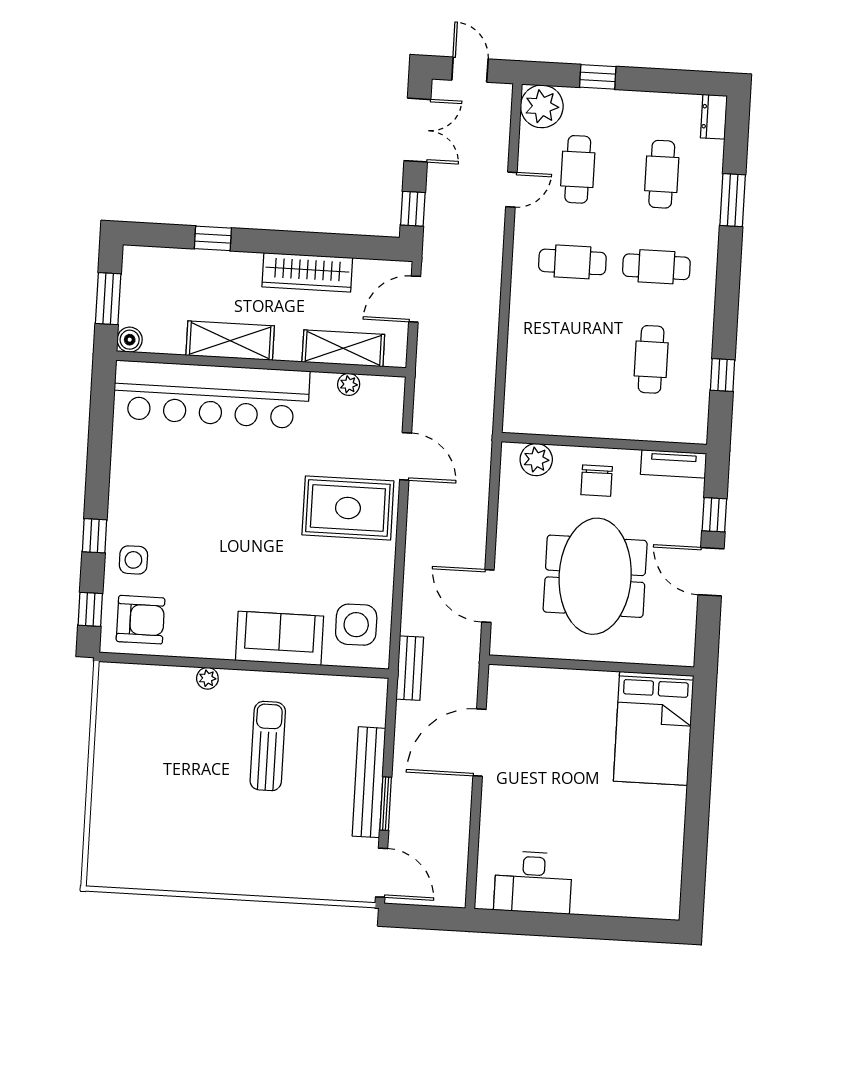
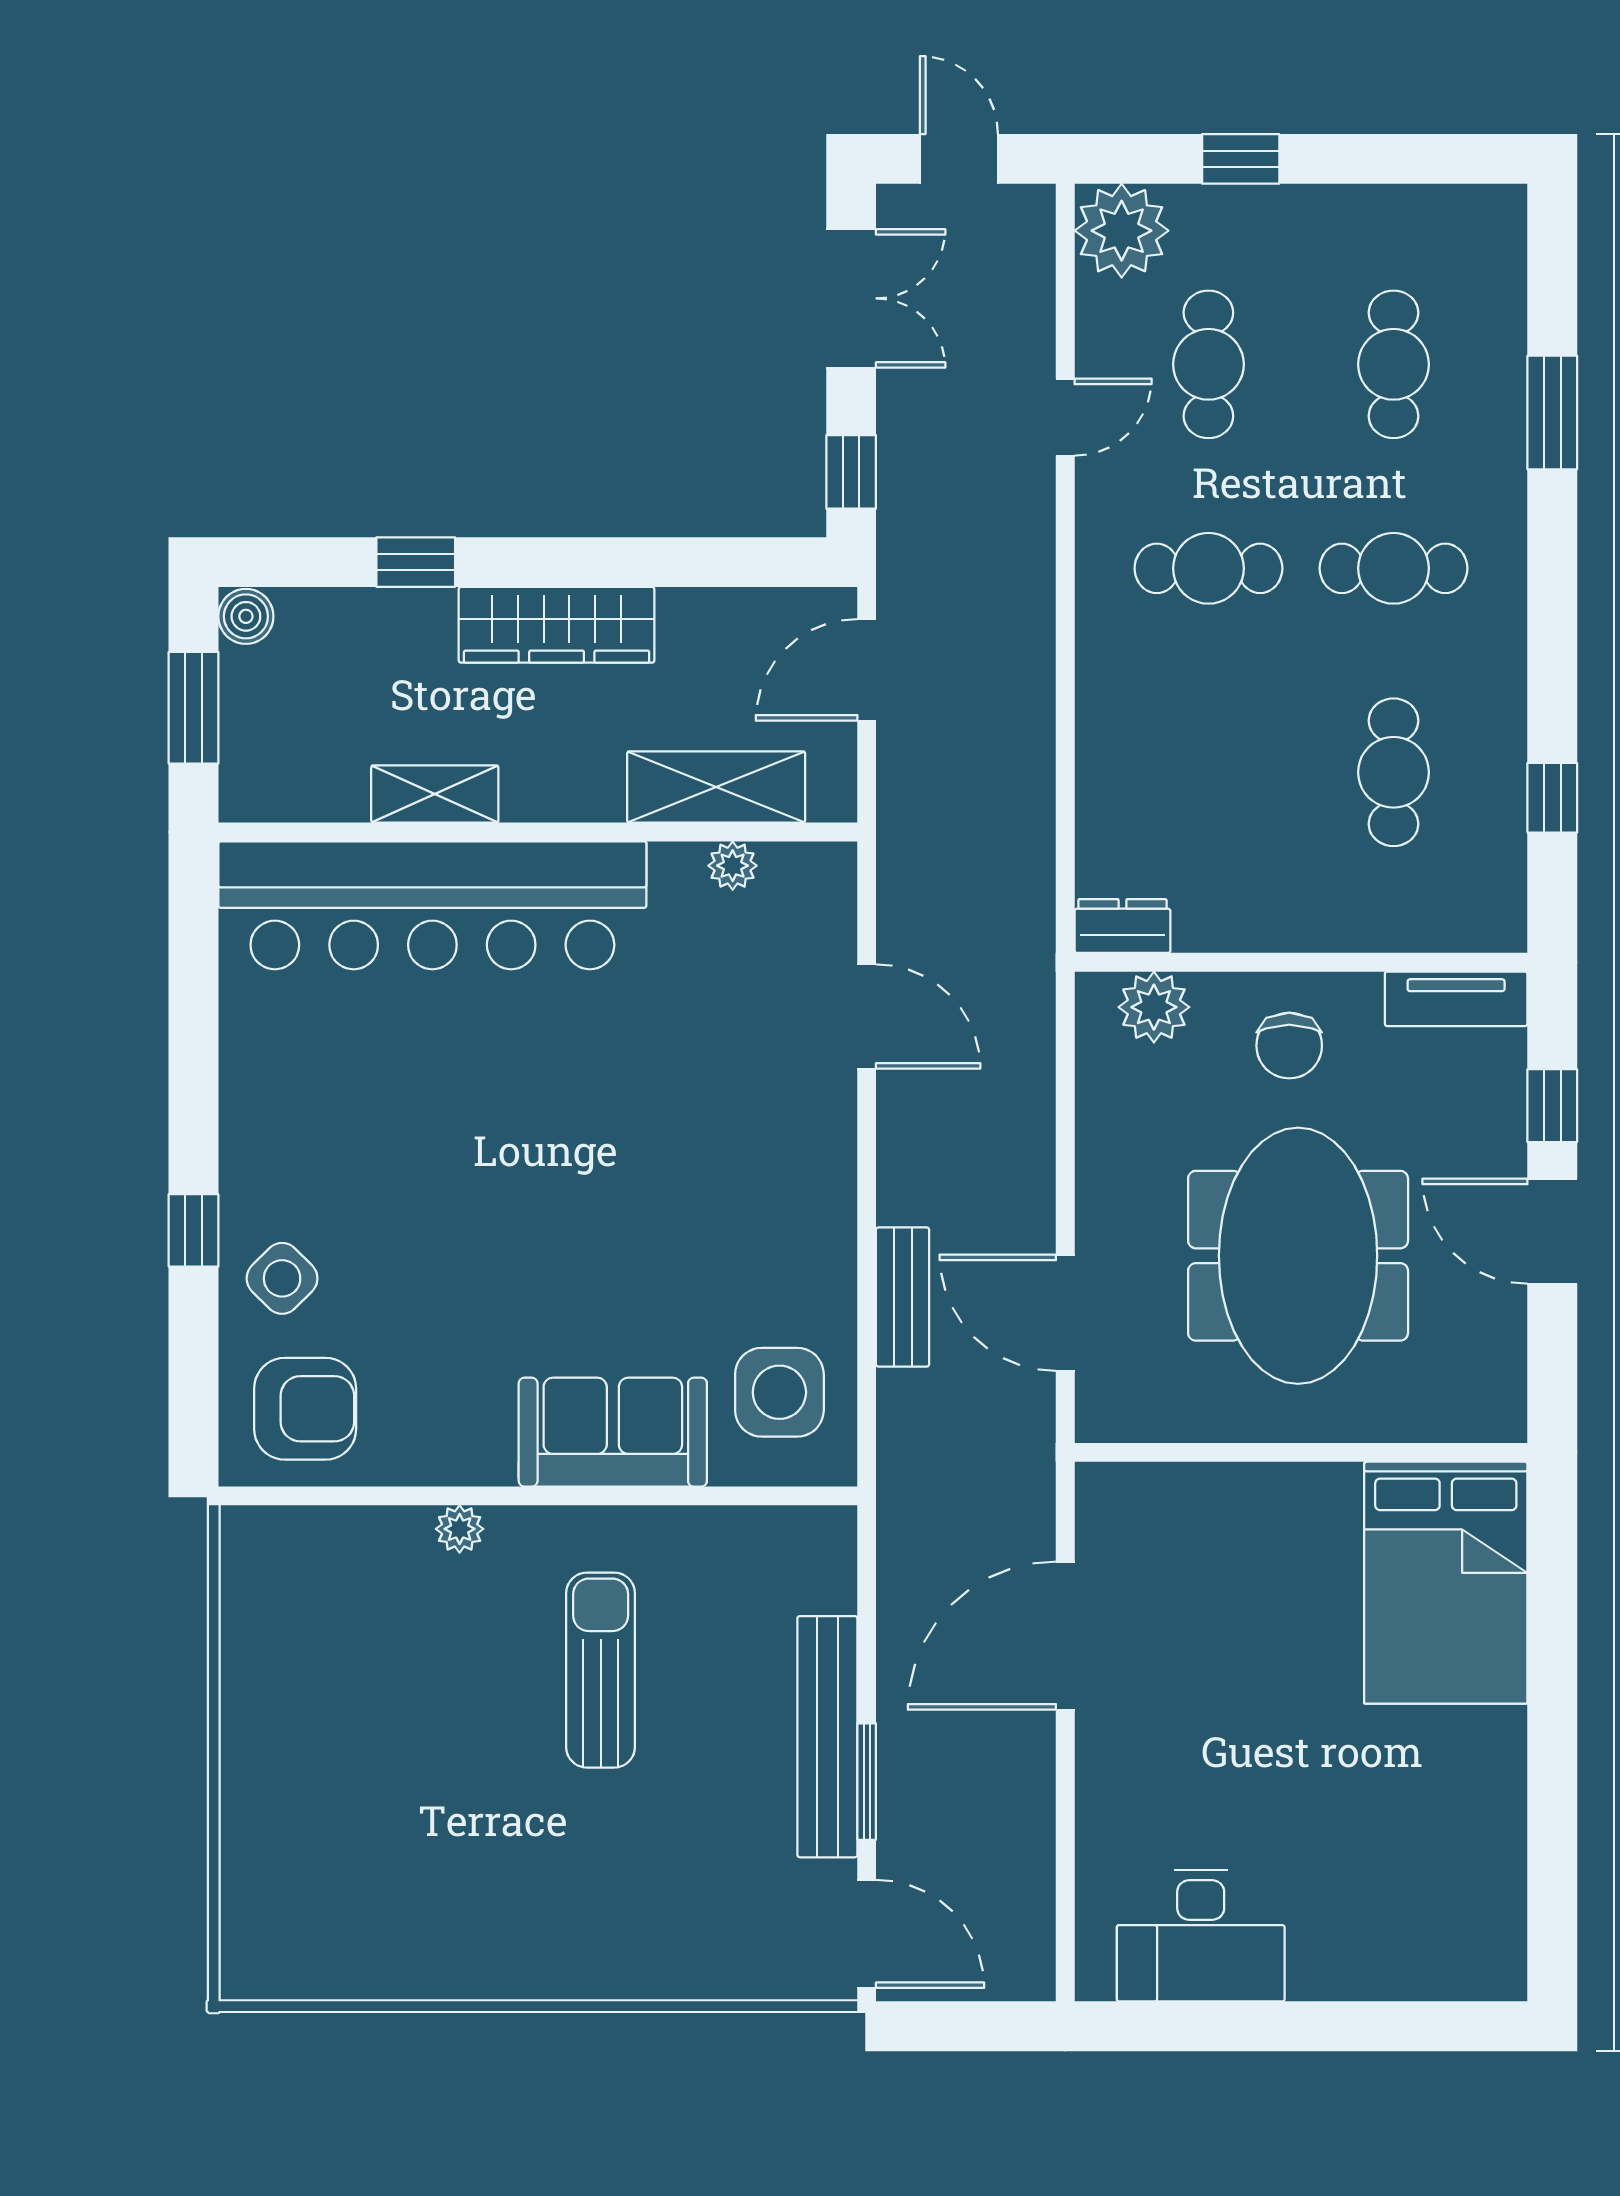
dresser: (714, 117) -> (1122, 926), moved, turned 90
wardrobe: (307, 272) -> (557, 625), moved
boiler: (130, 340) -> (246, 616), moved
shelving: (230, 341) -> (435, 794), width x0.67, depth x0.75
rug: (348, 508) -> (747, 1137), removed
side table: (133, 560) -> (282, 1278), turned 45
window: (90, 609) -> (194, 1392), removed
bench: (410, 668) -> (903, 1297), moved

